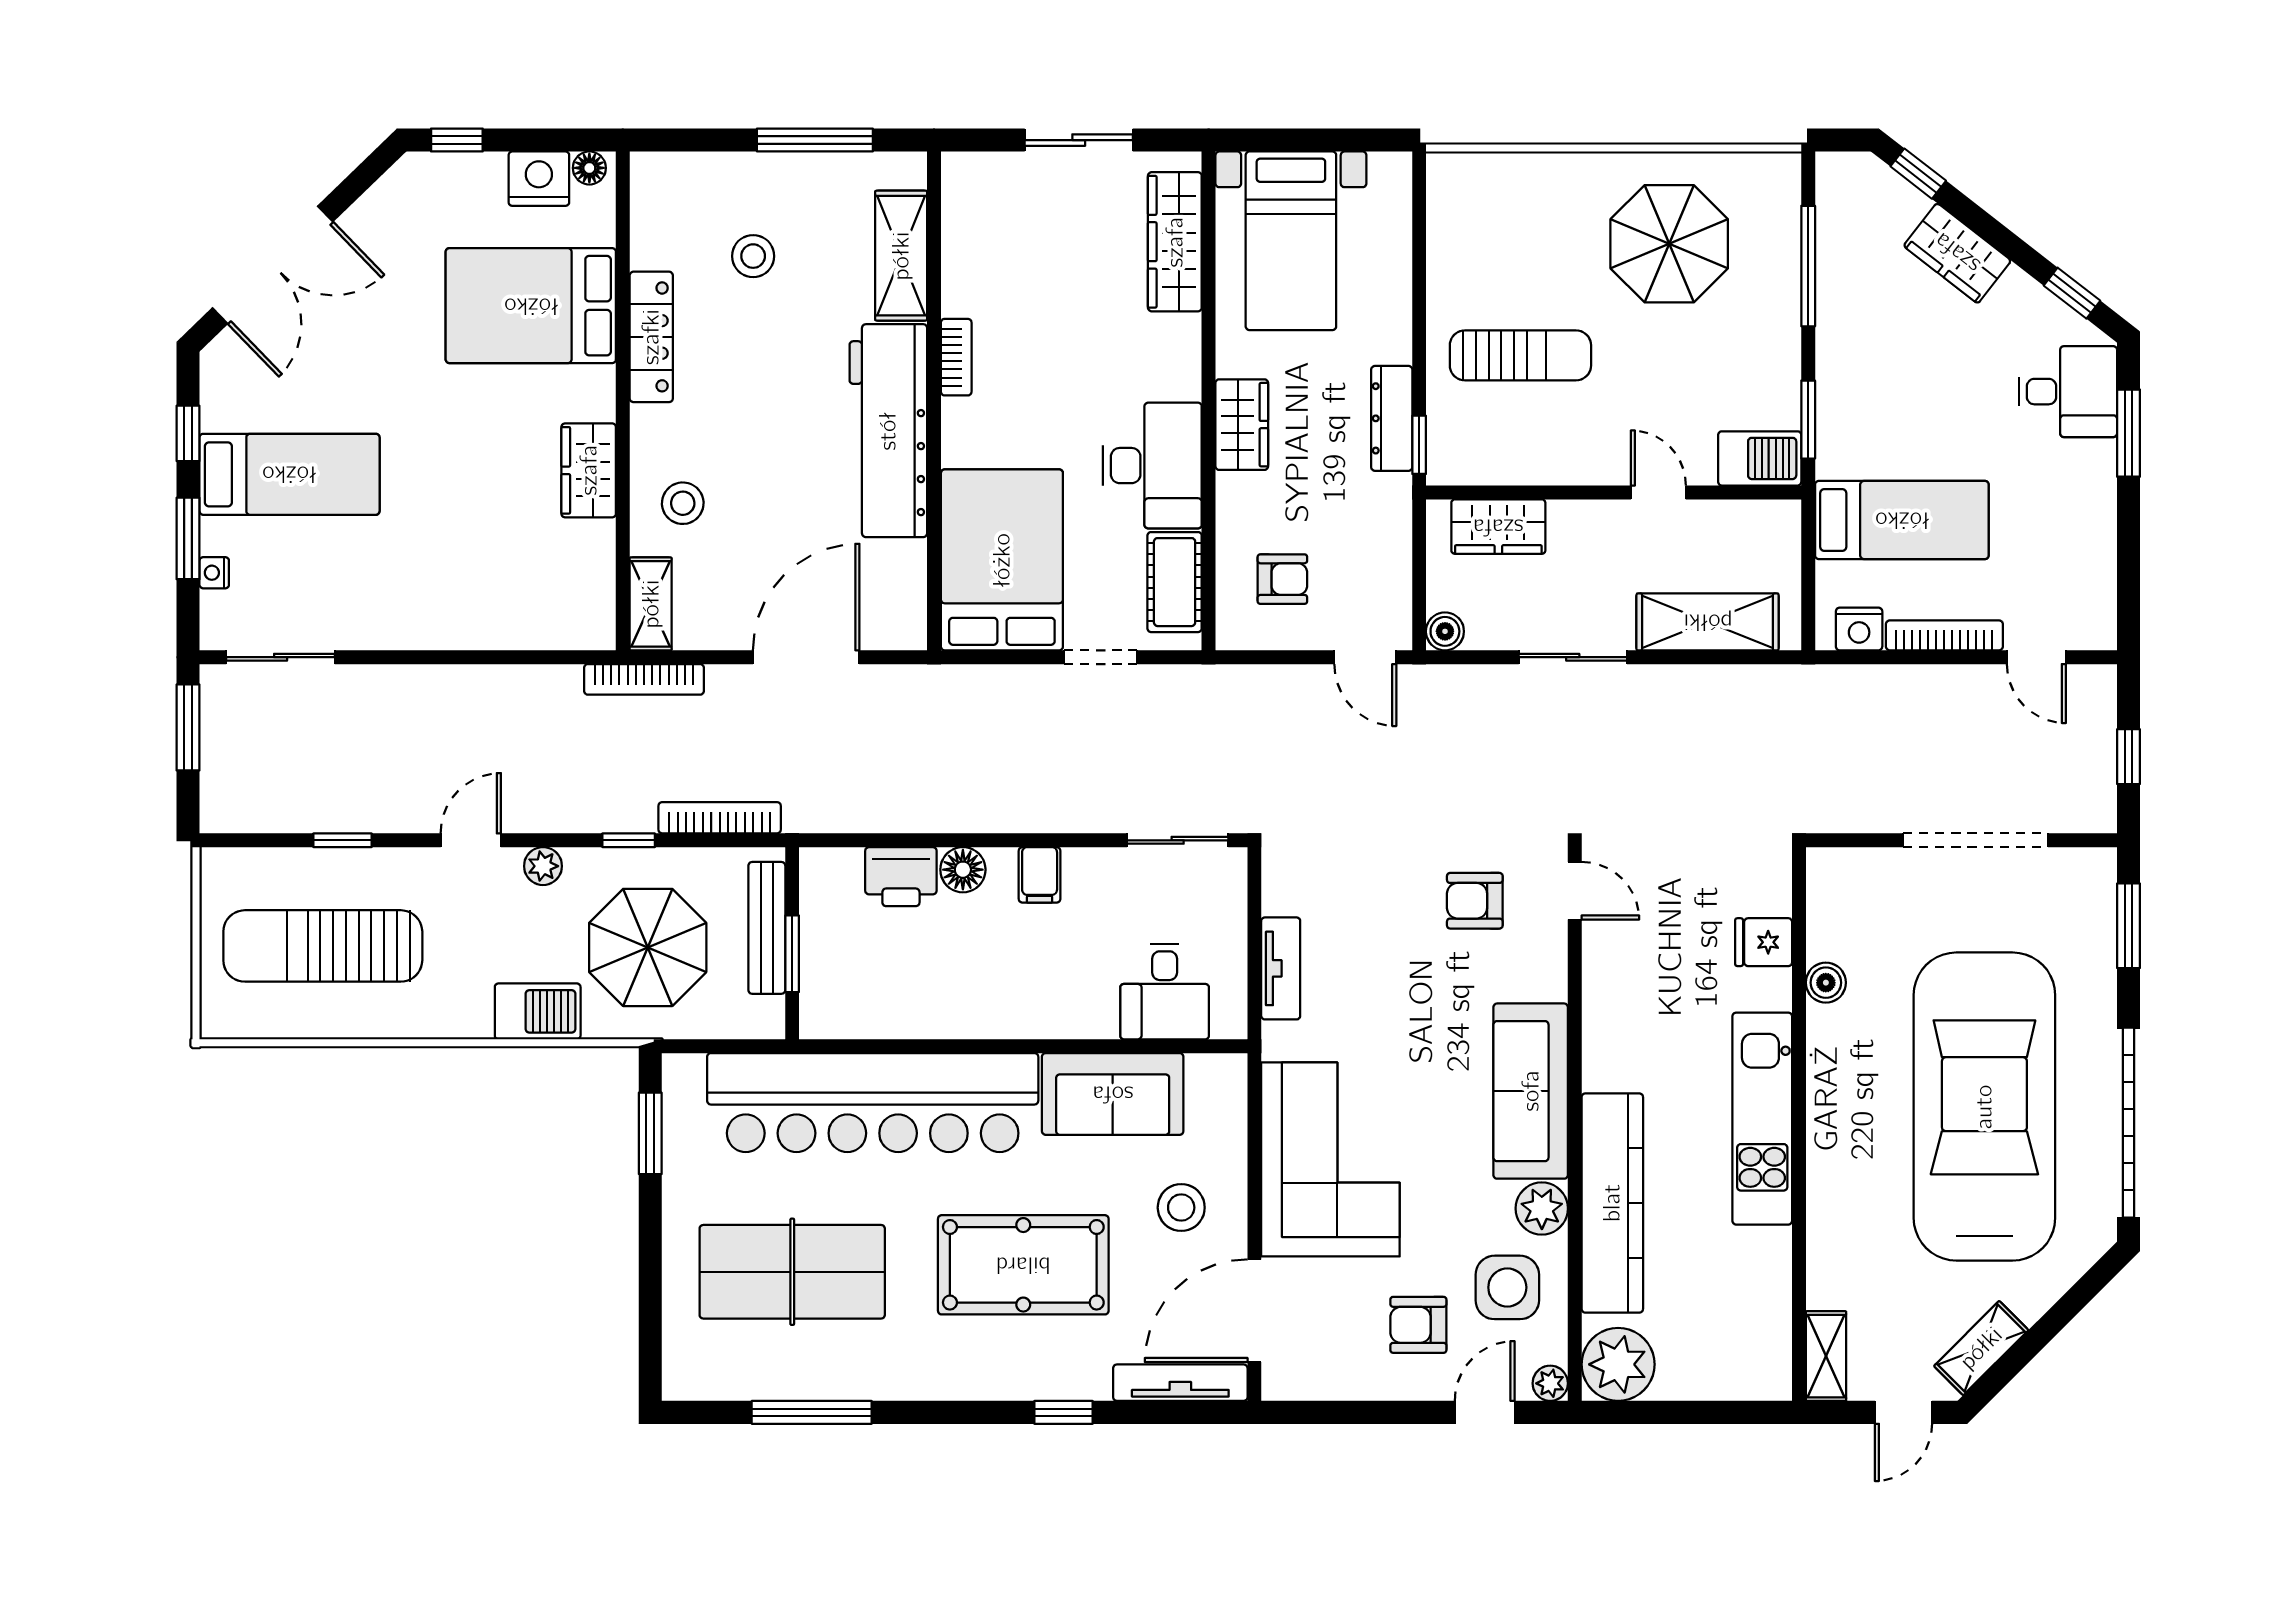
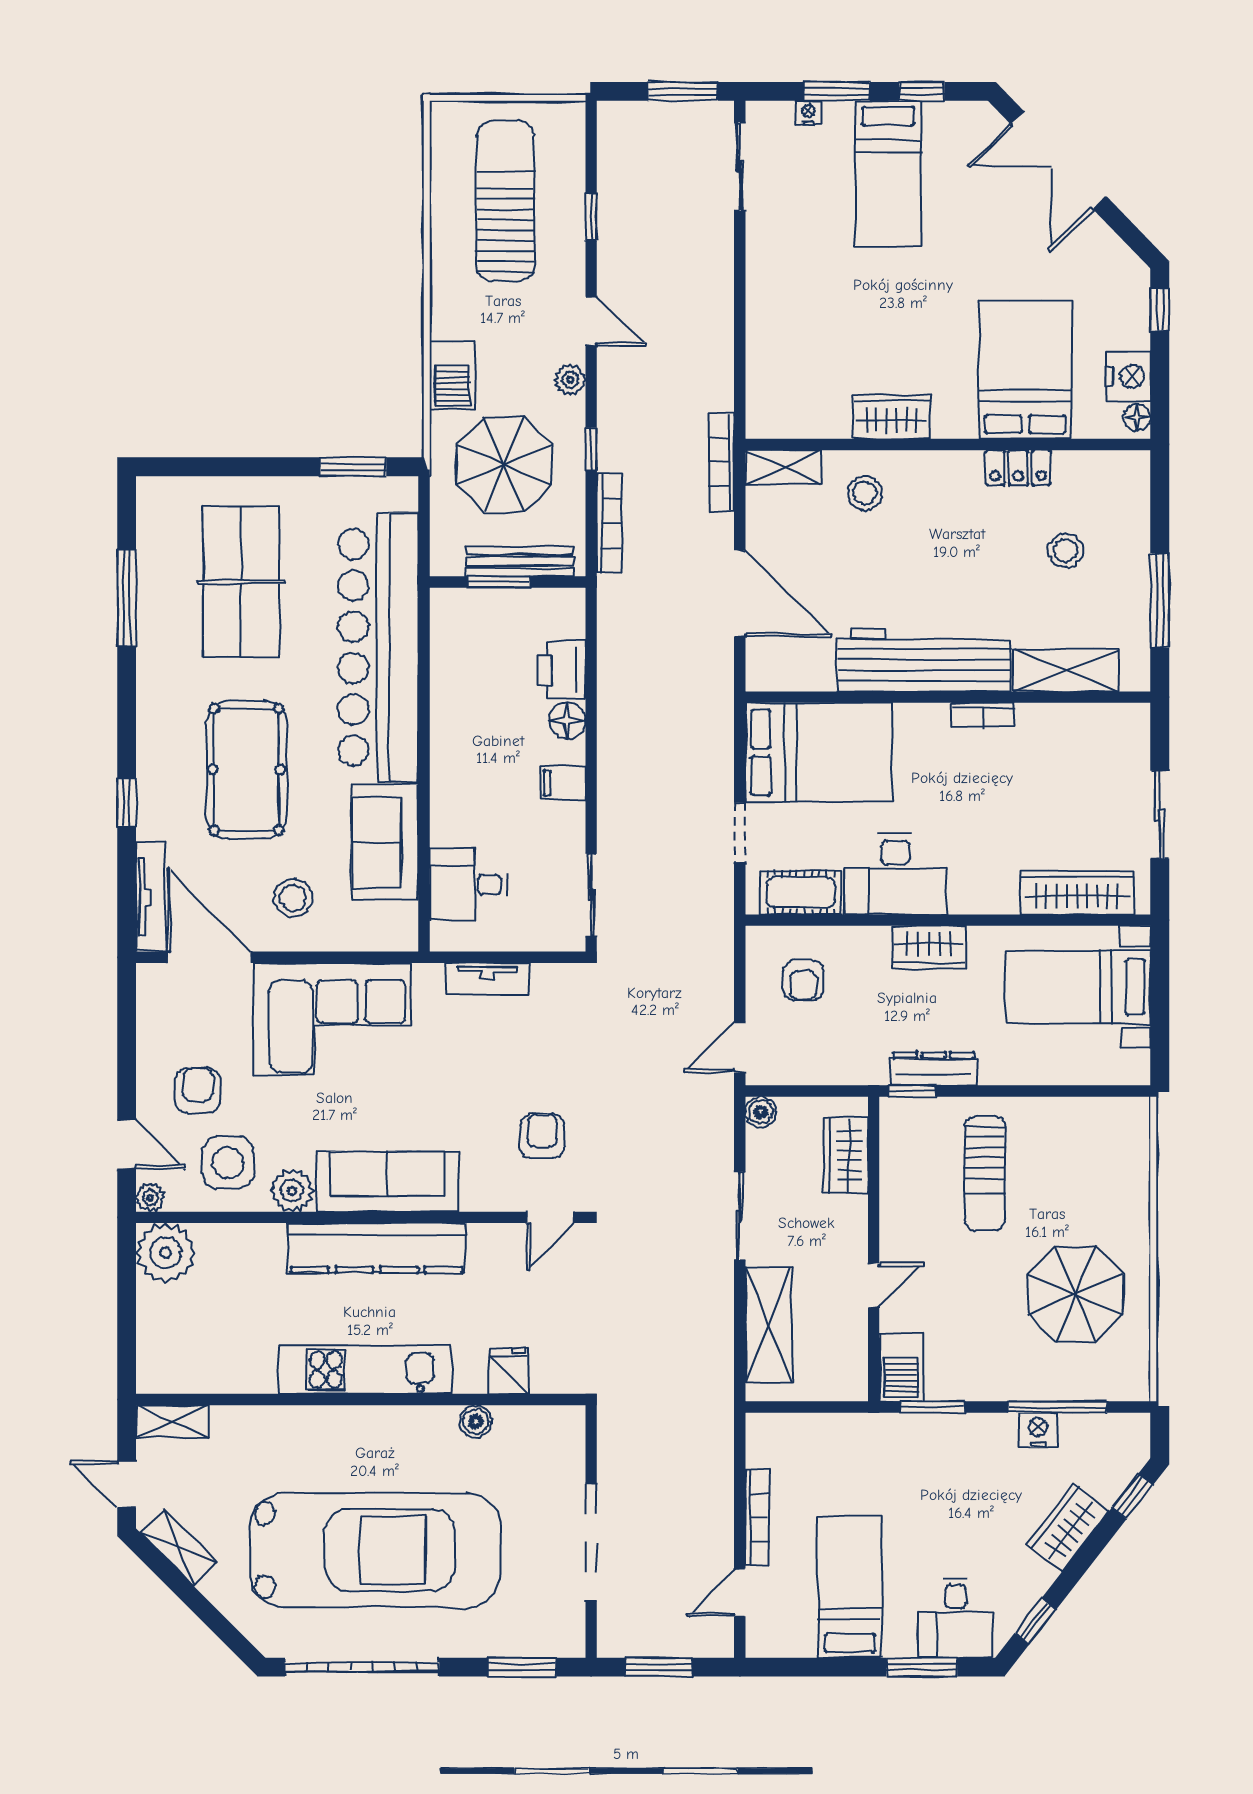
locker: (651, 337) -> (1018, 468), width x0.66
bed: (1902, 520) -> (850, 1587), moved, turned 180
nightstand: (1859, 629) -> (1038, 1430), moved, turned 90
window: (2129, 757) -> (659, 1667), width x1.50
kitchen counter: (1612, 1203) -> (377, 1248), moved

